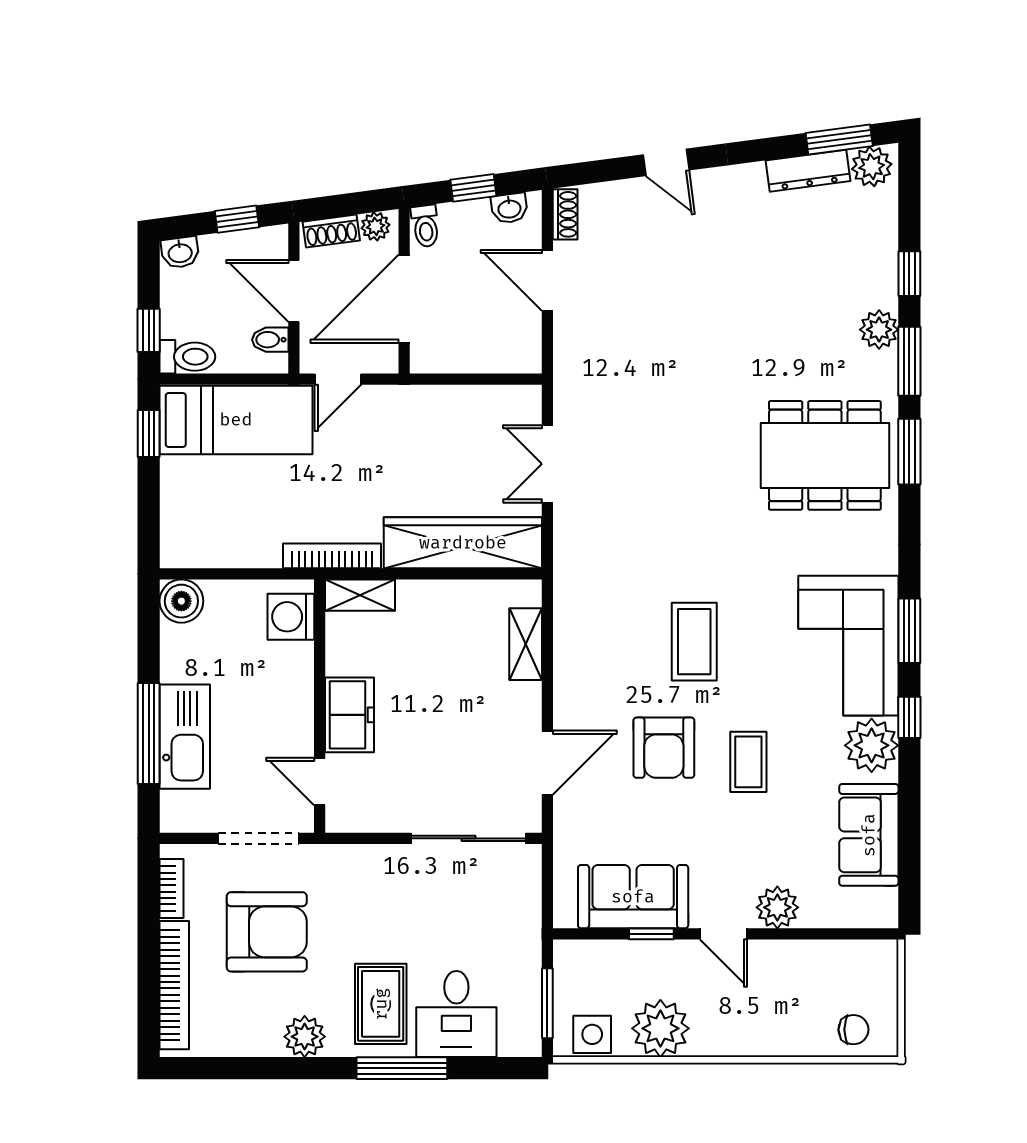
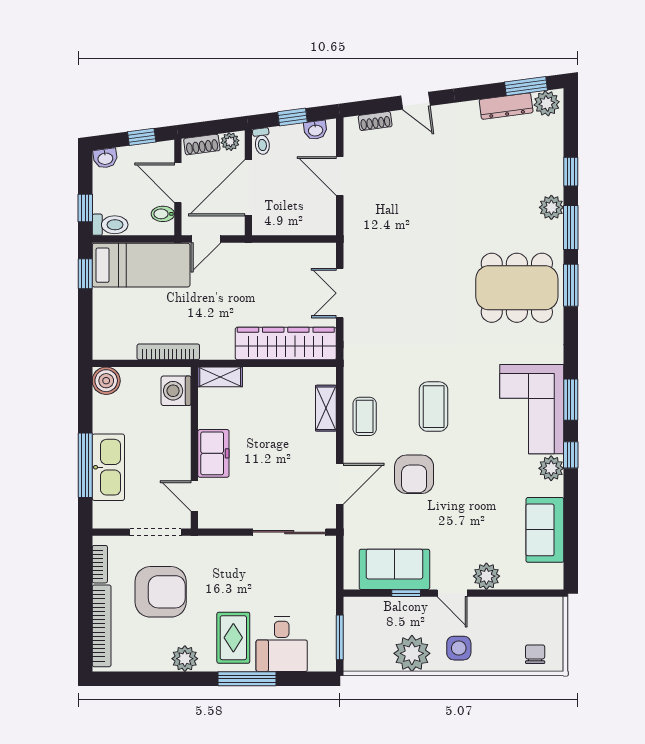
shoe rack: (565, 214) -> (375, 121), moved, turned 82
bookcase: (332, 556) -> (168, 352), moved
plant: (872, 745) -> (551, 468), width x0.73, depth x0.73
coffee table: (748, 762) -> (365, 416), moved
chair: (854, 1030) -> (535, 654), turned -90
side table: (592, 1034) -> (459, 648), moved

